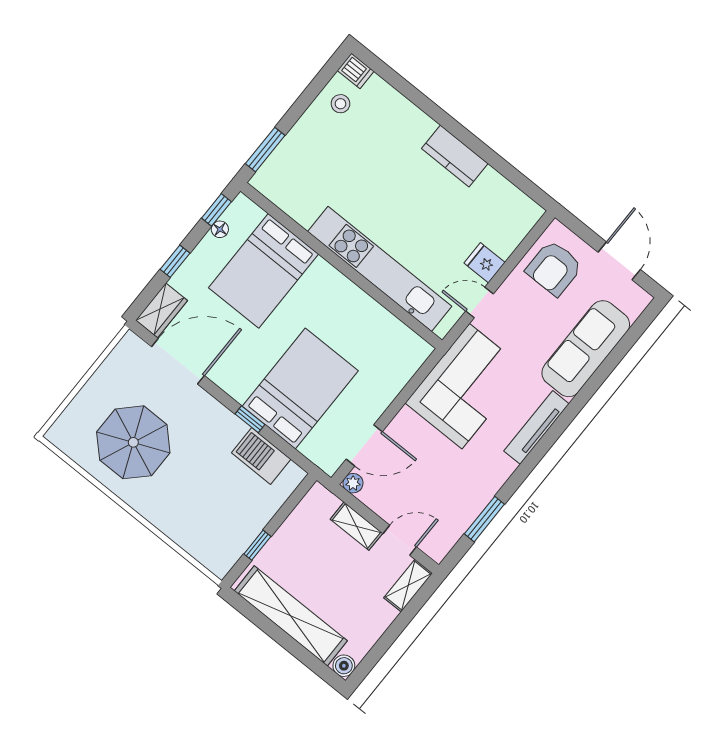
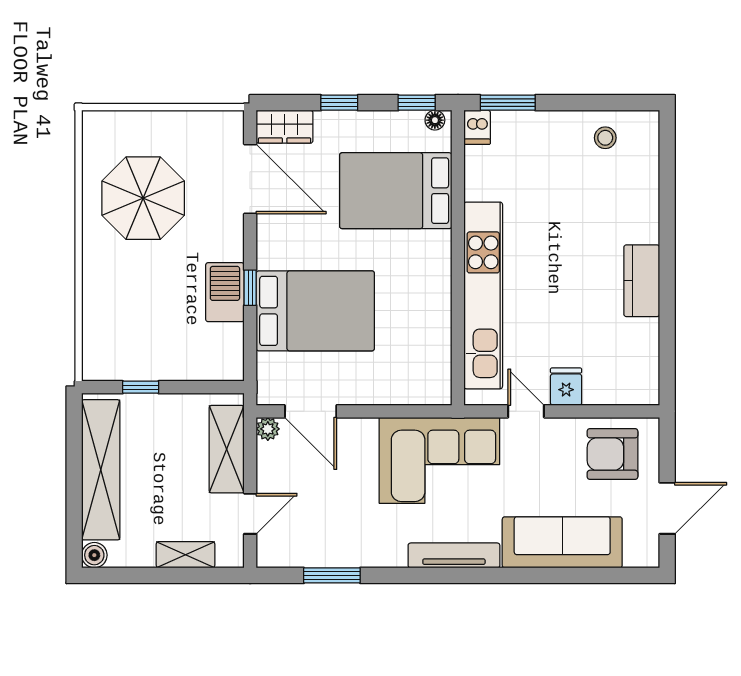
dishwasher: (356, 71) -> (477, 127), moved
floor lamp: (220, 229) -> (435, 120), moved
barbecue: (261, 456) -> (225, 292), moved
shelving: (356, 526) -> (227, 449), width x1.50, depth x1.33
door: (400, 540) -> (250, 514), hinge flipped
shelving: (408, 586) -> (185, 555), moved

